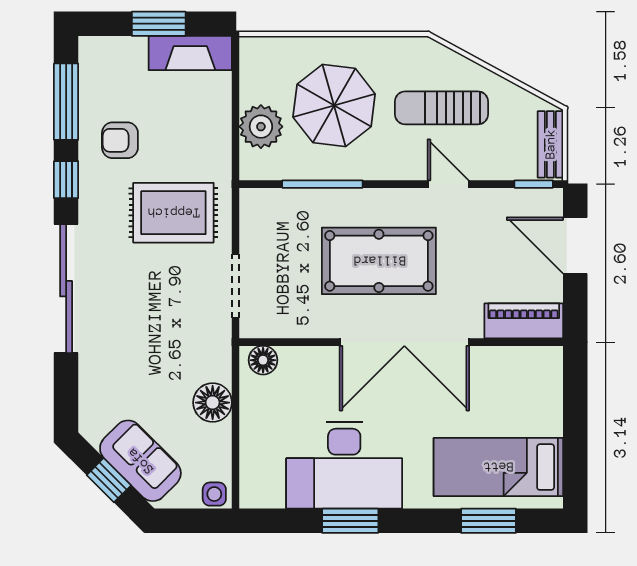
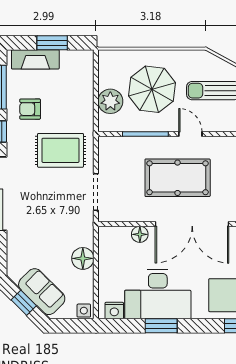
fireplace: (190, 53) -> (35, 59), moved
door: (448, 184) -> (190, 134), moved
floor lamp: (263, 360) -> (140, 234), moved
nightstand: (268, 494) -> (114, 311), added

